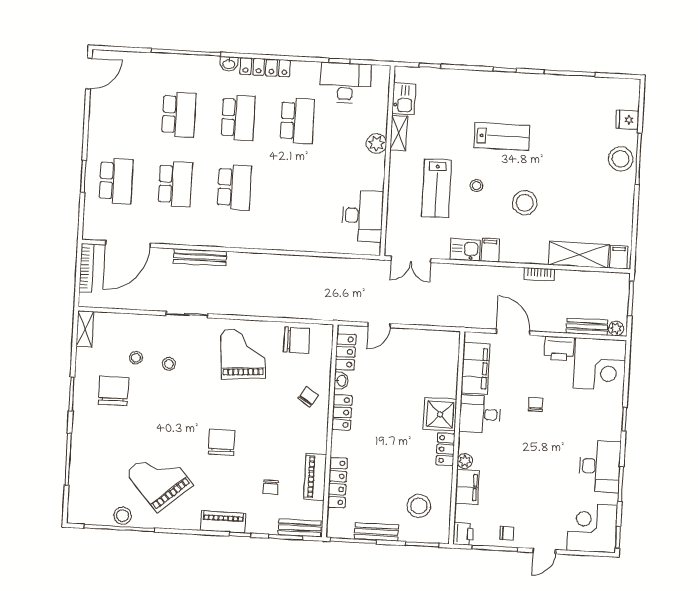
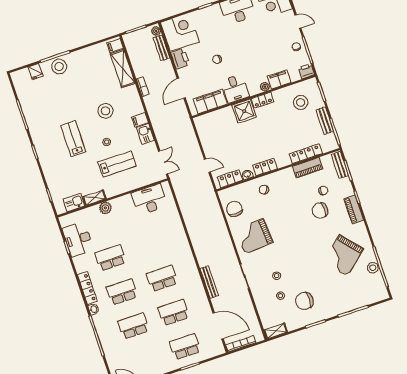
chair: (222, 442) -> (320, 211), moved

